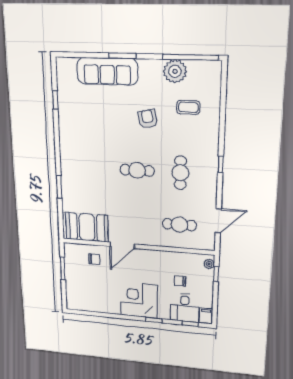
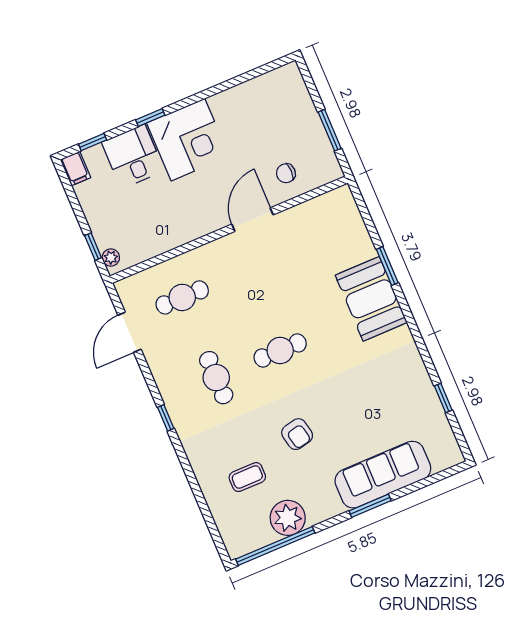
booth: (87, 227) -> (371, 299), moved, turned 90
chair: (180, 281) -> (140, 207), removed
desk: (185, 308) -> (133, 156), moved

